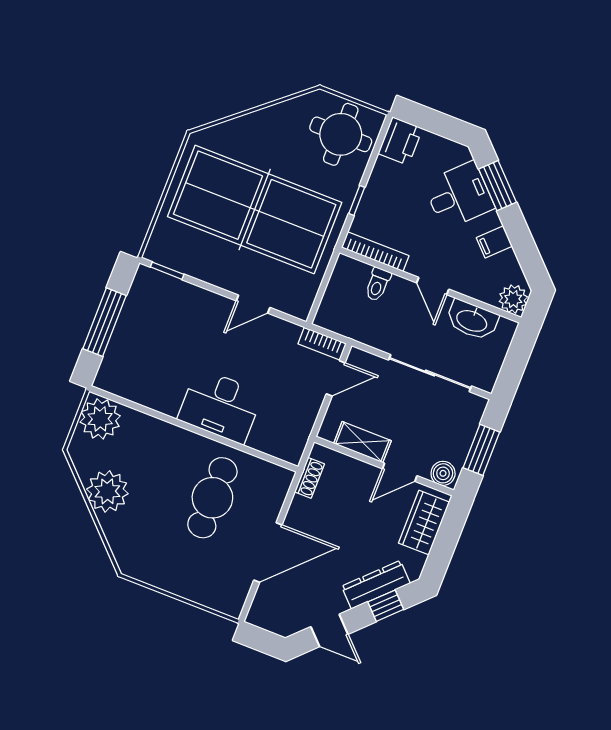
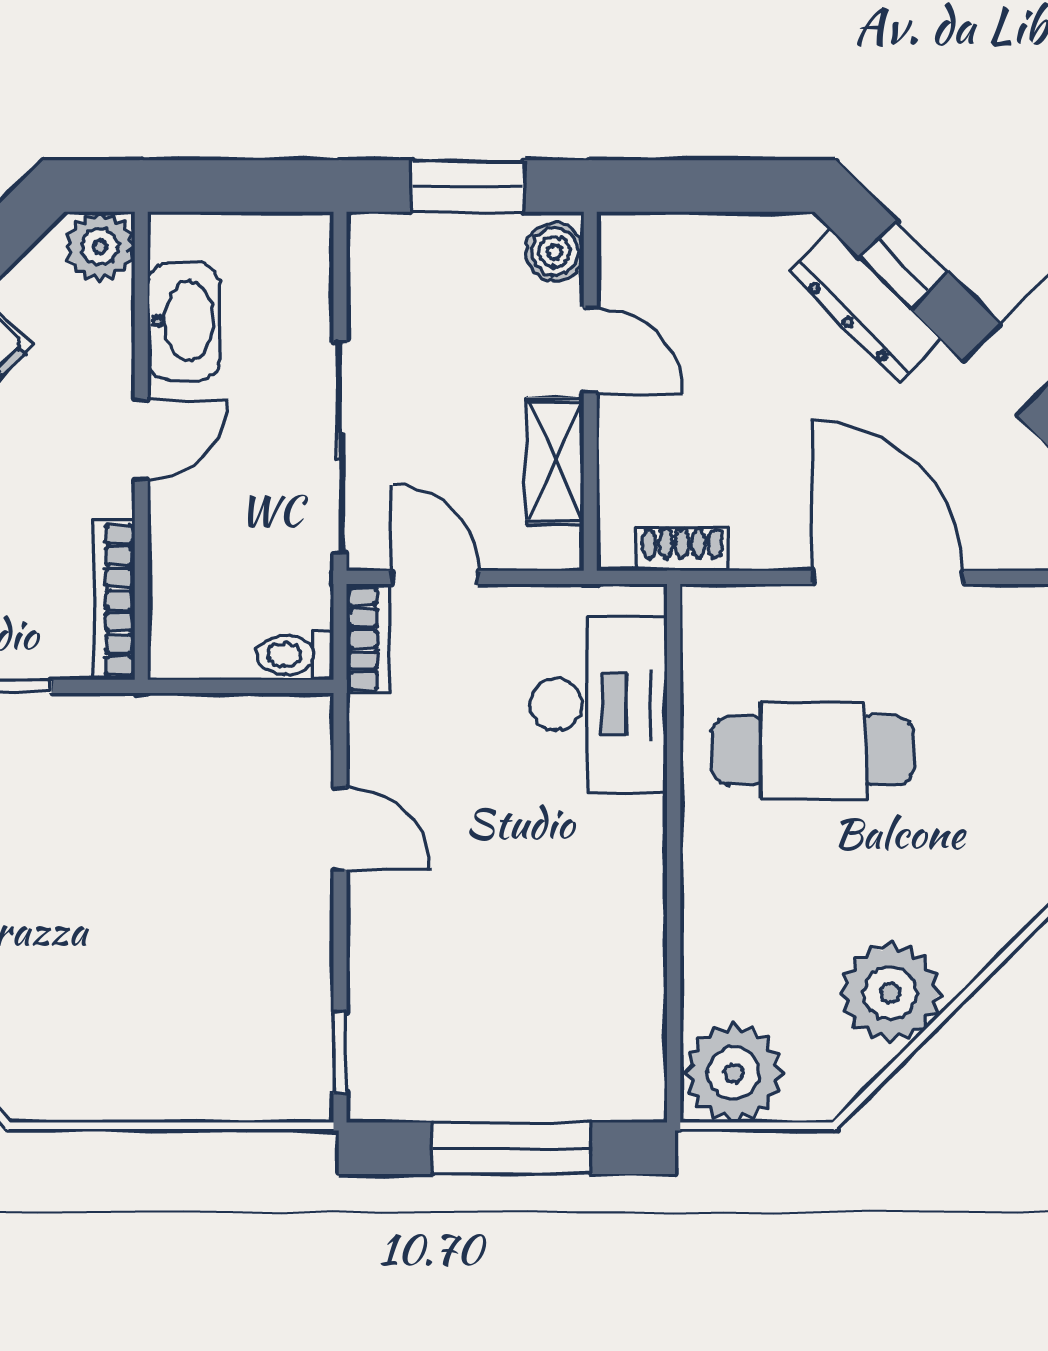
table tennis table: (255, 209) -> (125, 909), removed
toilet: (378, 284) -> (295, 655), moved, turned 180
sliding door: (430, 373) -> (340, 447), moved
desk: (220, 406) -> (598, 705), moved
wardrobe: (424, 523) -> (683, 252), removed

